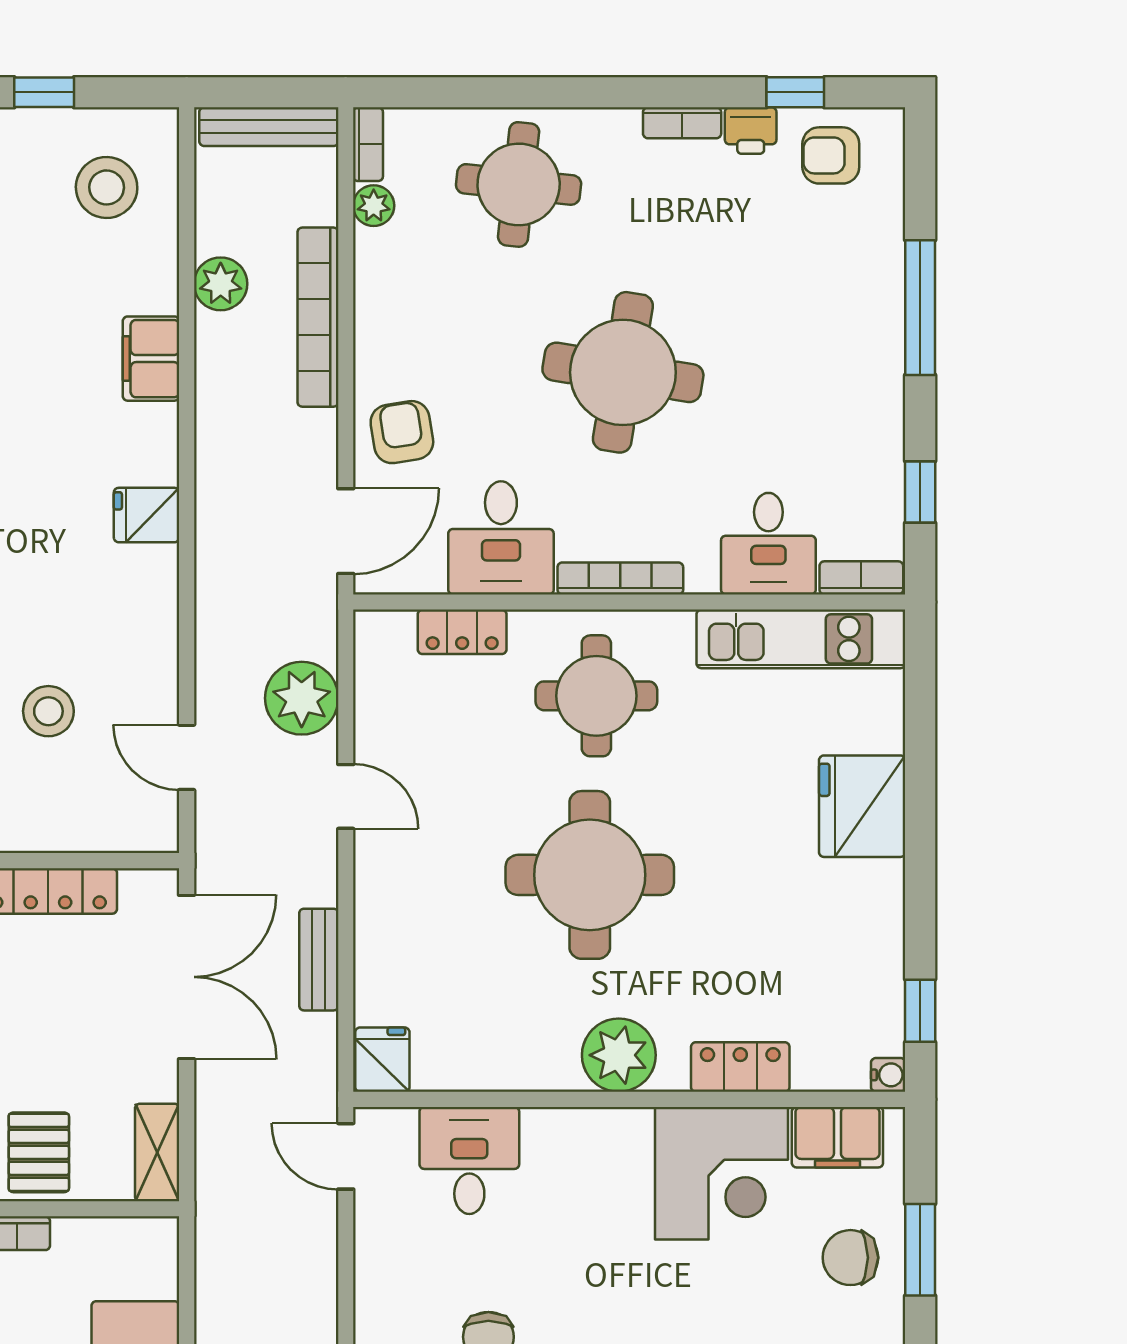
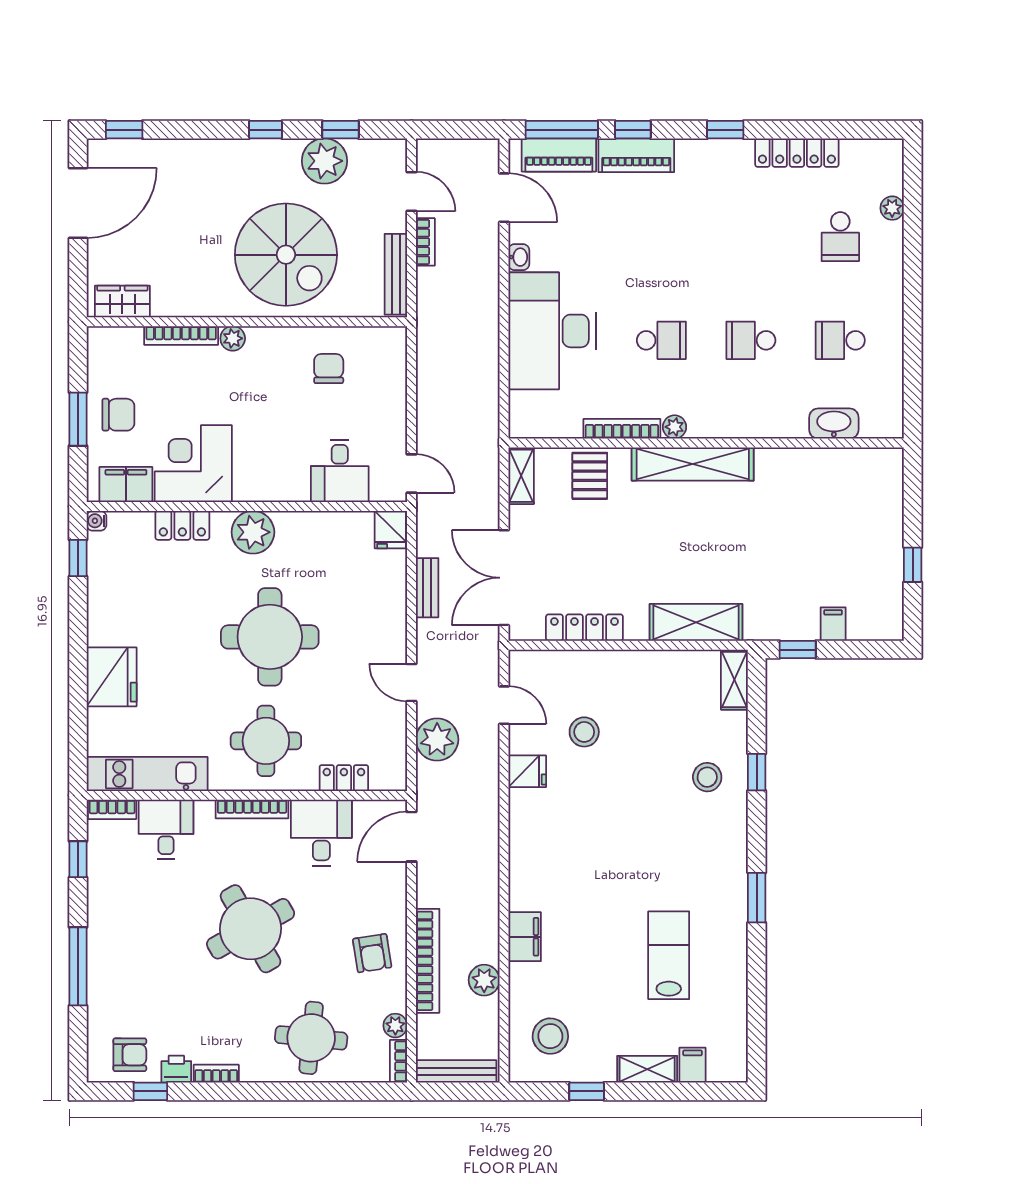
round table: (623, 372) -> (251, 929), turned -38
armchair: (402, 432) -> (372, 953), moved
fridge: (147, 515) -> (527, 771), moved

